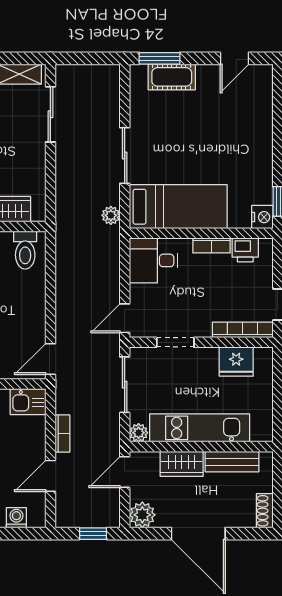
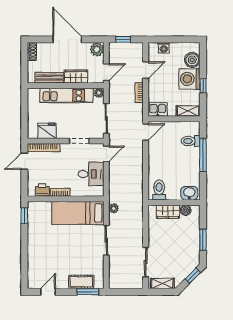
nightstand: (262, 217) -> (33, 207), removed
desk: (154, 260) -> (91, 174), moved

